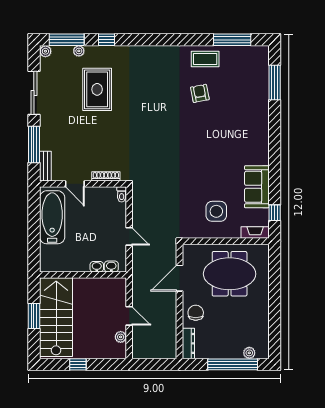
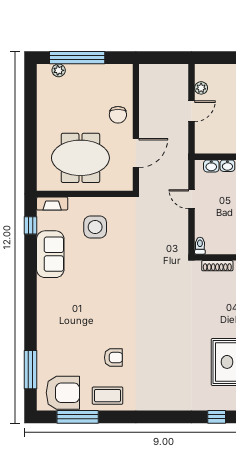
armchair: (245, 62) -> (63, 393), added
armchair: (200, 93) -> (113, 358), turned -79
door: (129, 316) -> (192, 111), swing flipped
dresser: (188, 343) -> (126, 81), removed

